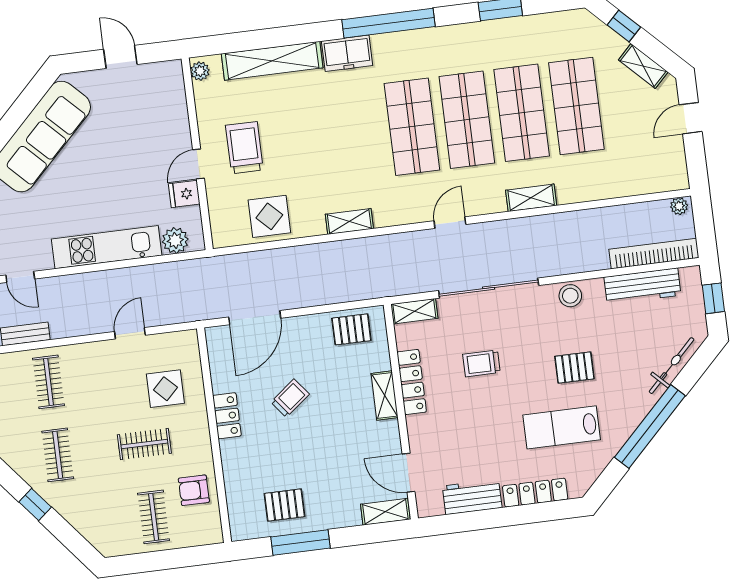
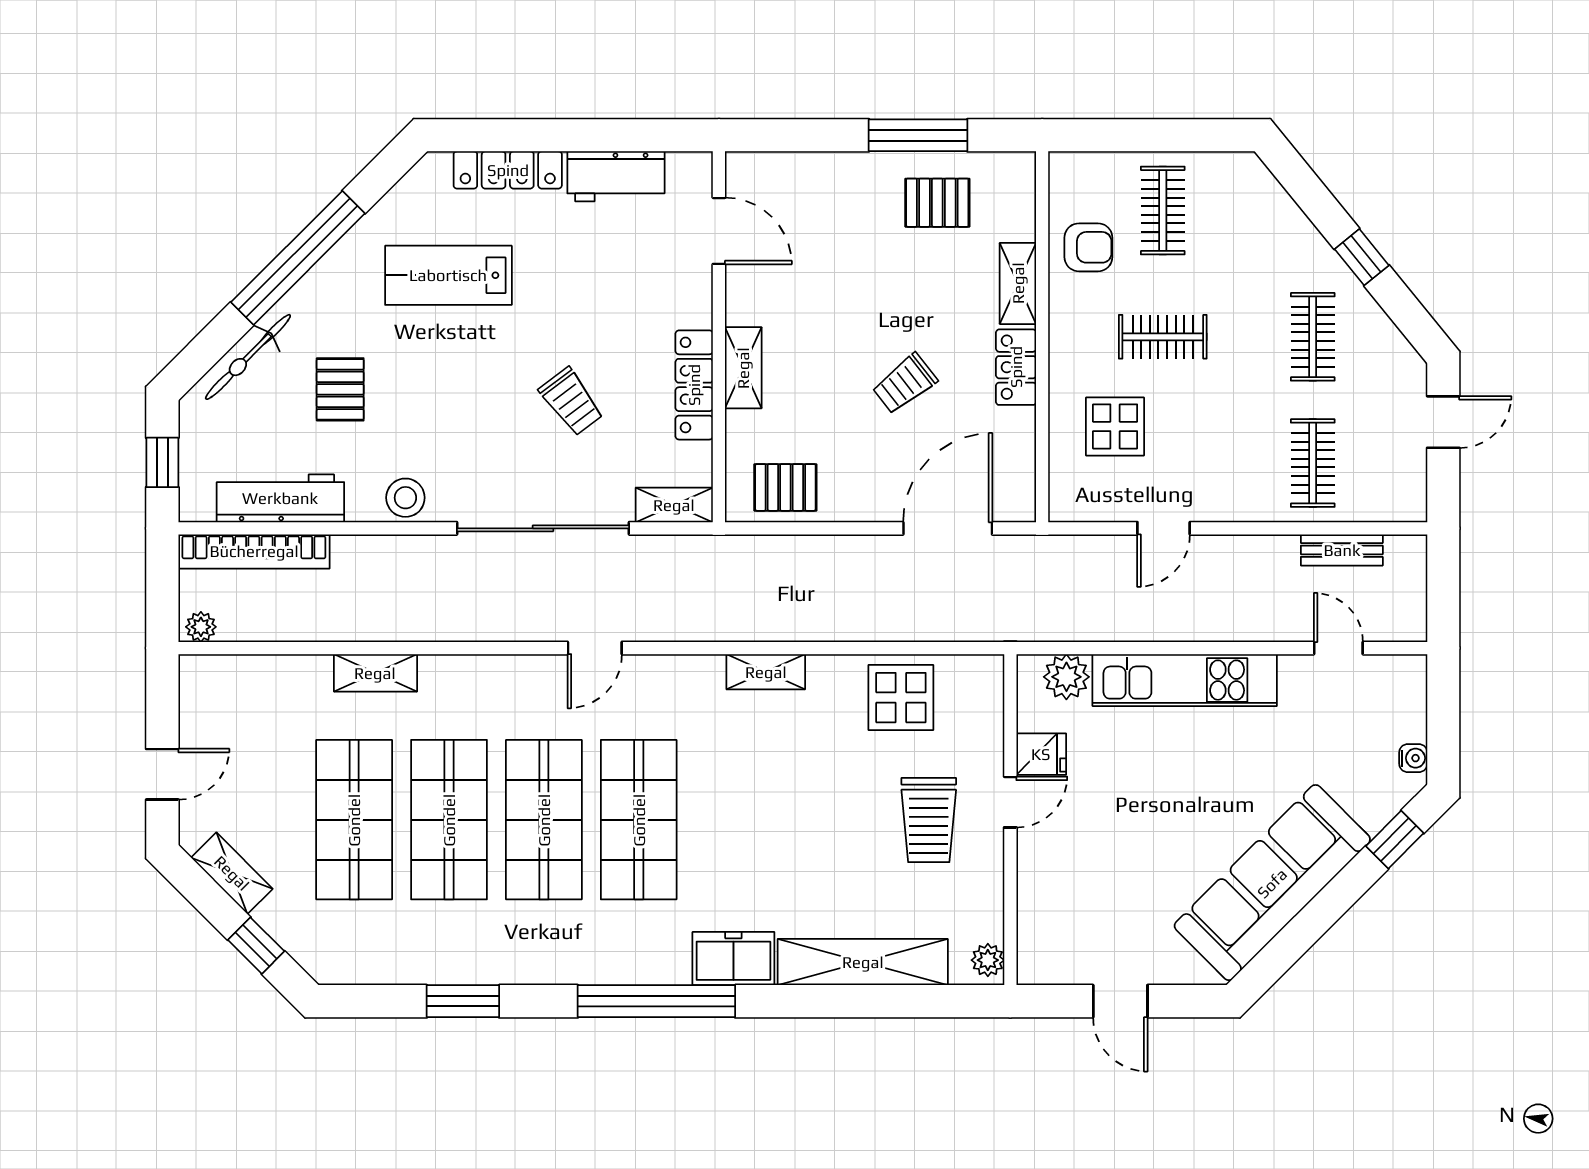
shelving: (531, 198) -> (375, 673), moved
trolley: (481, 363) -> (571, 402), turned 53
pallet: (574, 368) -> (340, 389), moved, turned 90
lab bench: (562, 427) -> (448, 275), turned 180
shelving: (385, 512) -> (1018, 283), moved, turned 90

